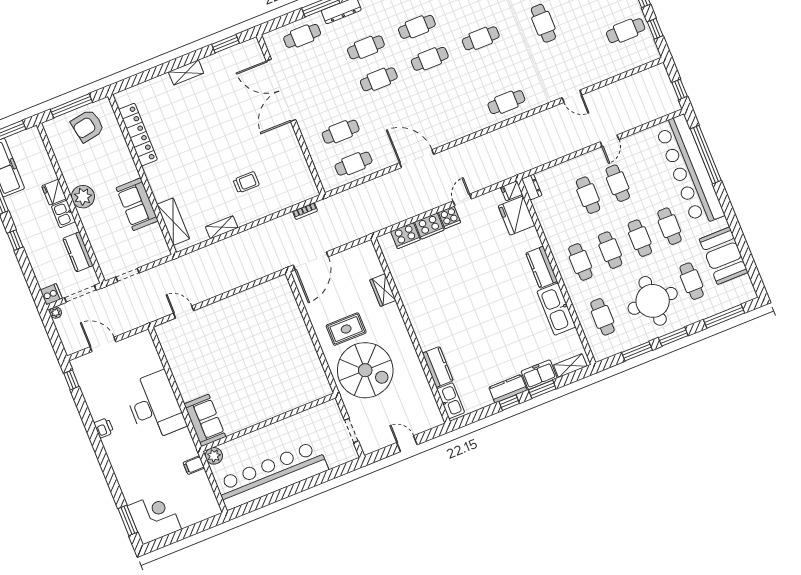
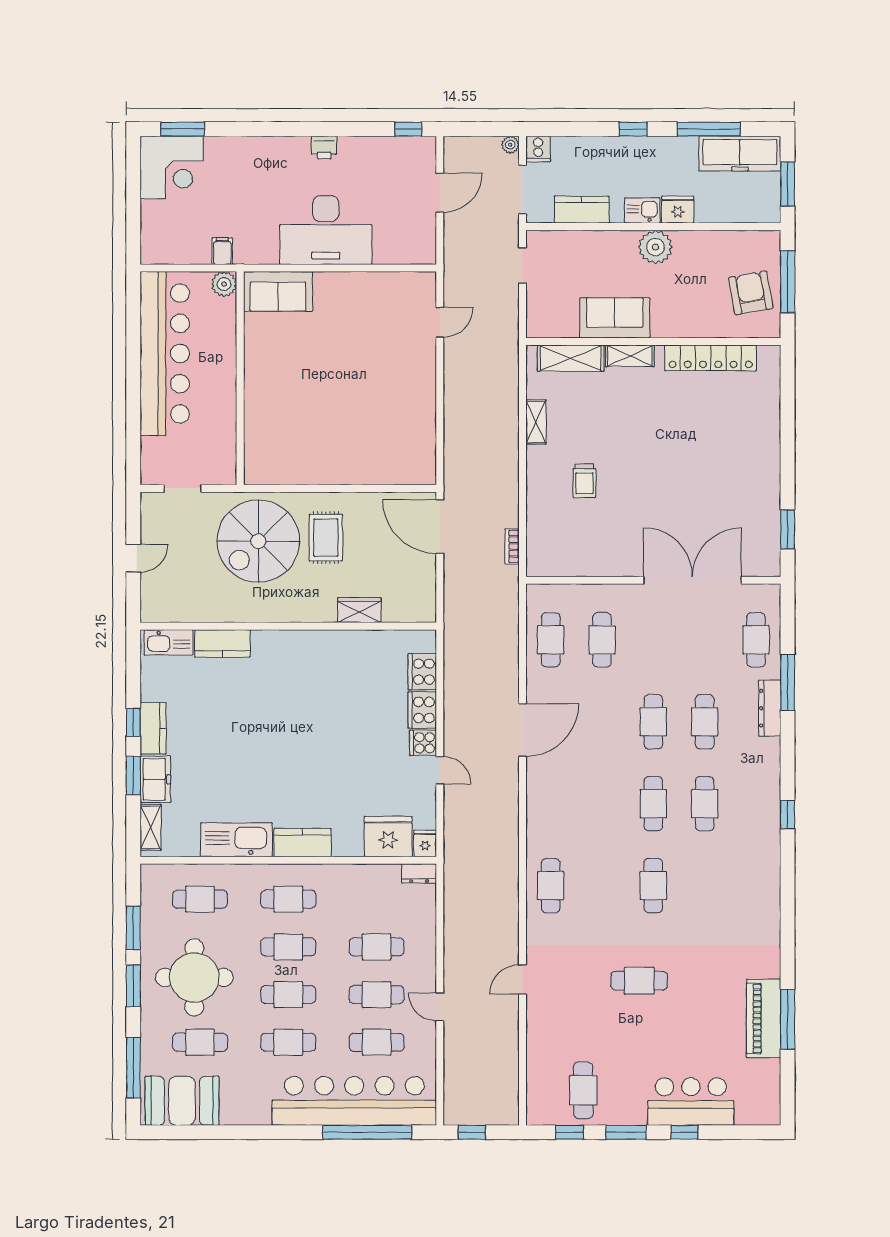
shelving: (186, 73) -> (630, 356), moved, turned 90
cafe table: (647, 171) -> (377, 1042), added
booth: (724, 256) -> (182, 1101), moved

